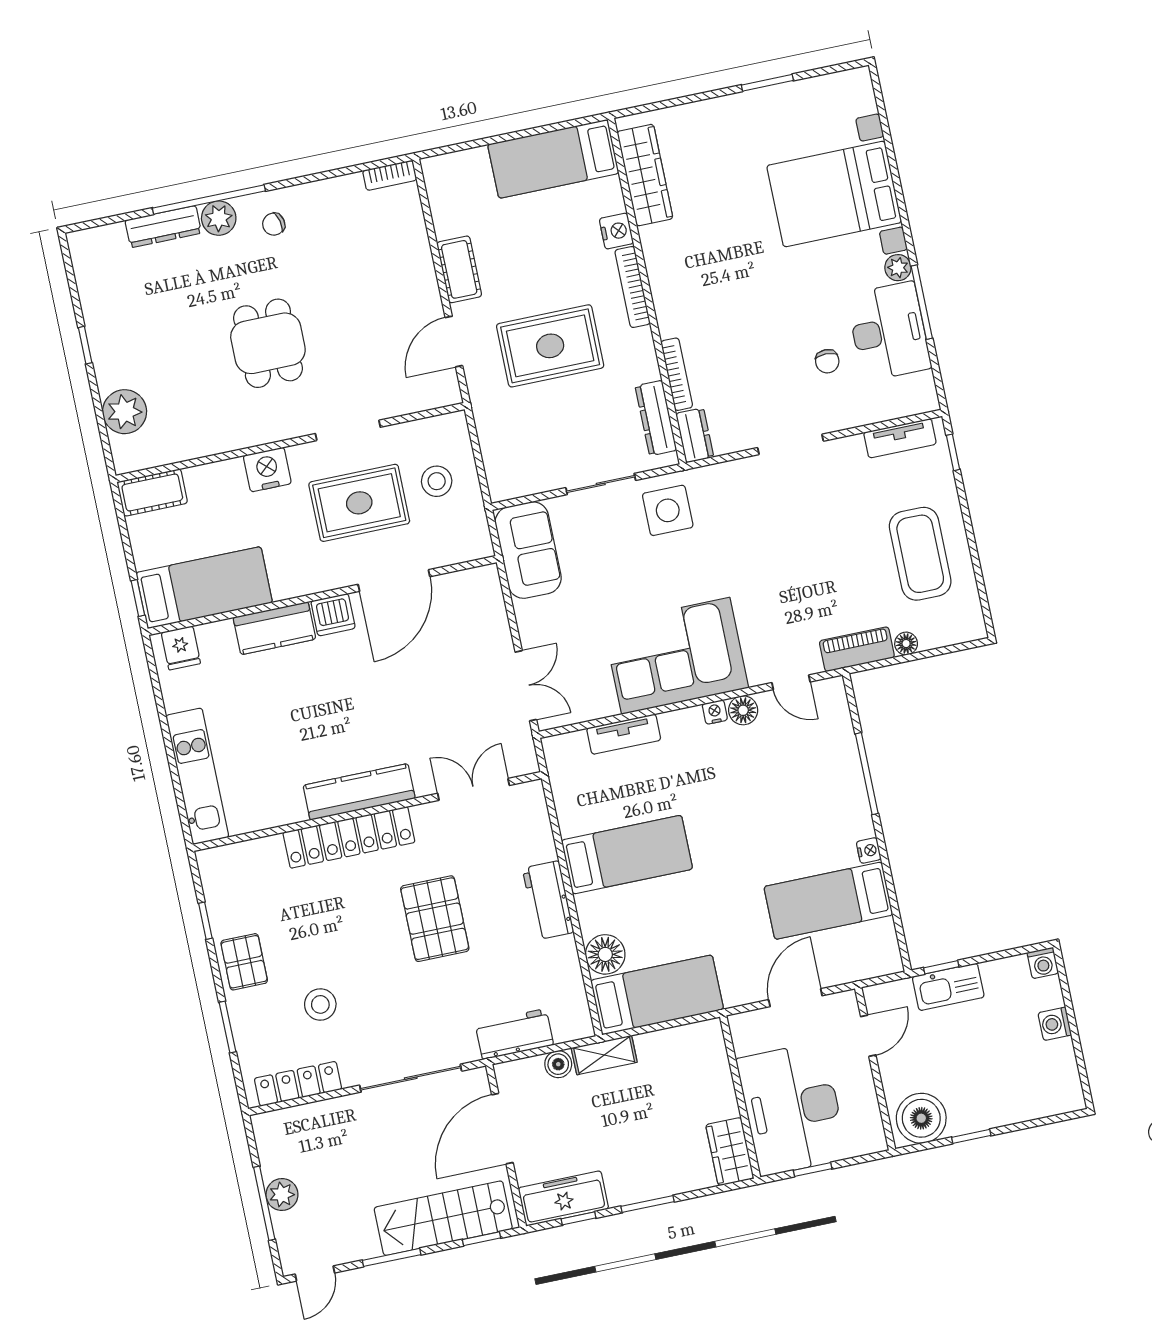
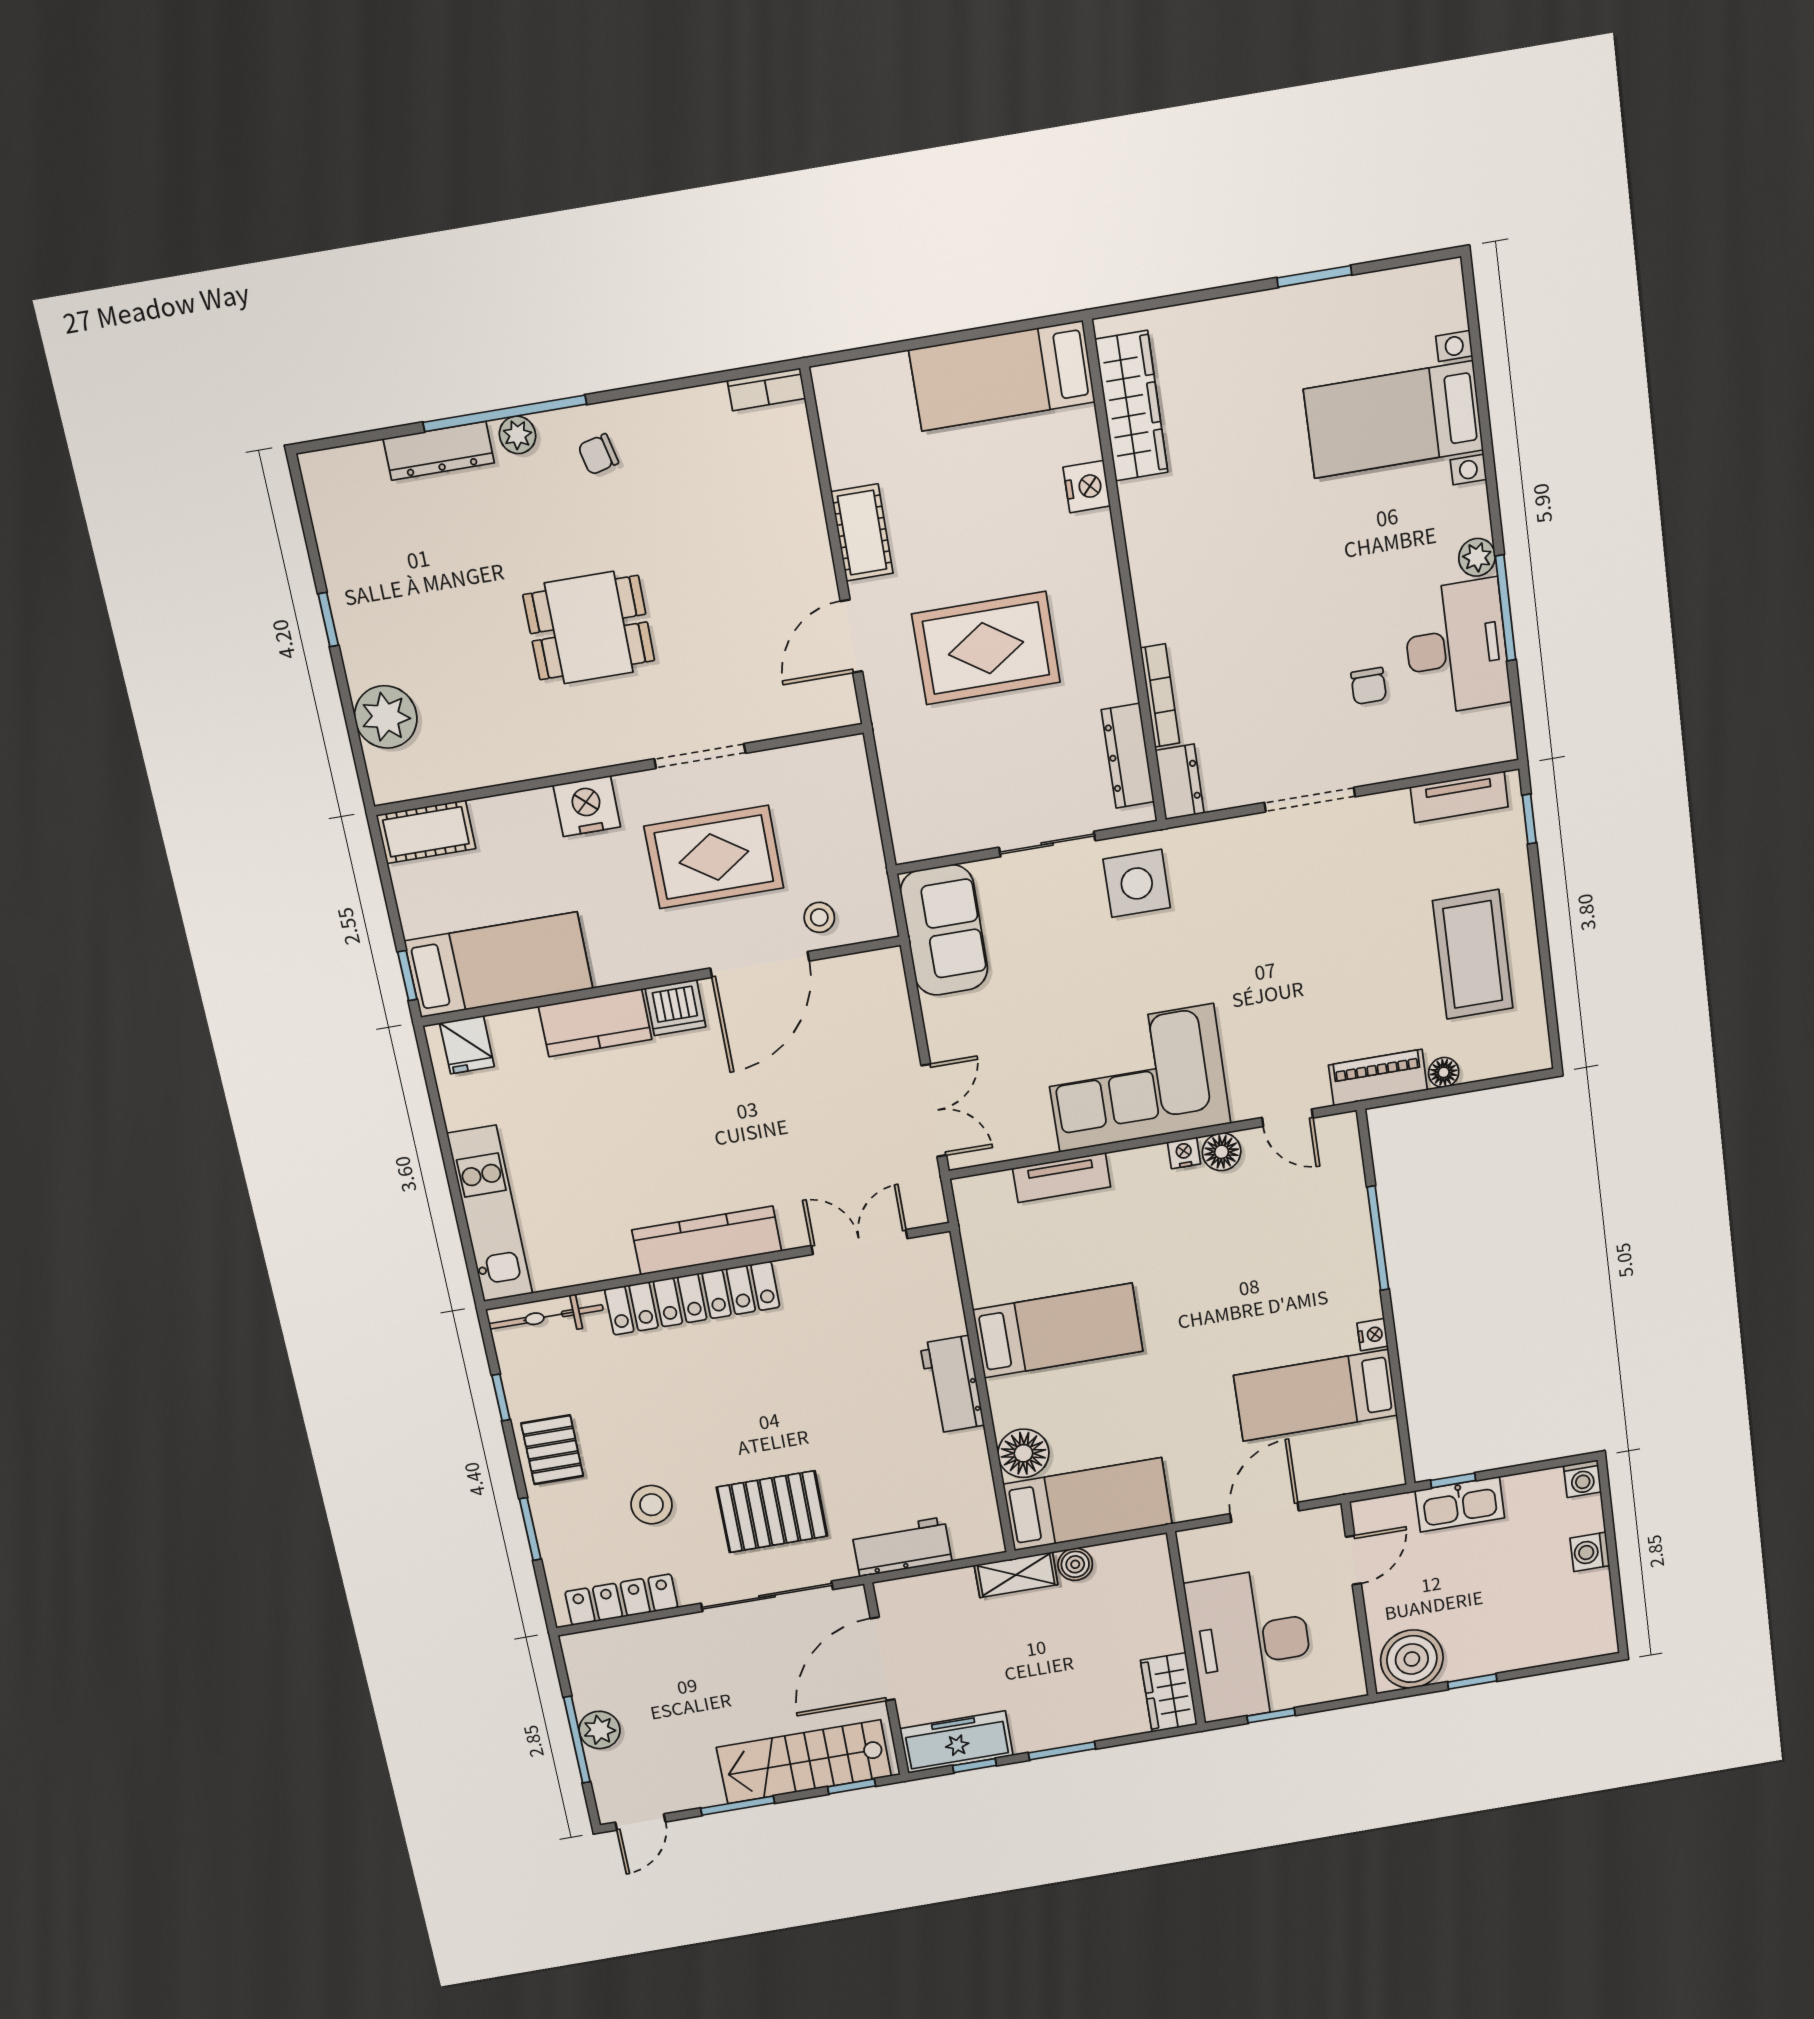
bed with nightstands: (834, 194) -> (1394, 420), width x0.73
plant: (219, 218) -> (518, 435), width x0.73, depth x0.73
bookcase: (632, 287) -> (1105, 569), removed
dining table: (268, 343) -> (589, 628), turned 90
stool: (437, 481) -> (819, 917), moved, width x0.73, depth x0.73
bicycle: (239, 856) -> (546, 1317), added
pallet: (435, 919) -> (772, 1512), moved, turned 90
boiler: (558, 1064) -> (1075, 1564), moved

